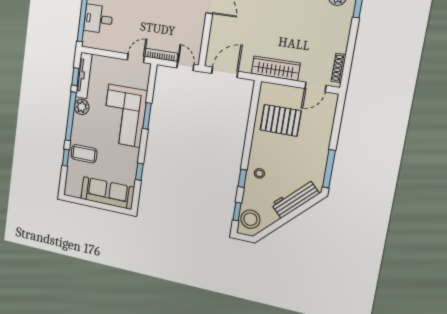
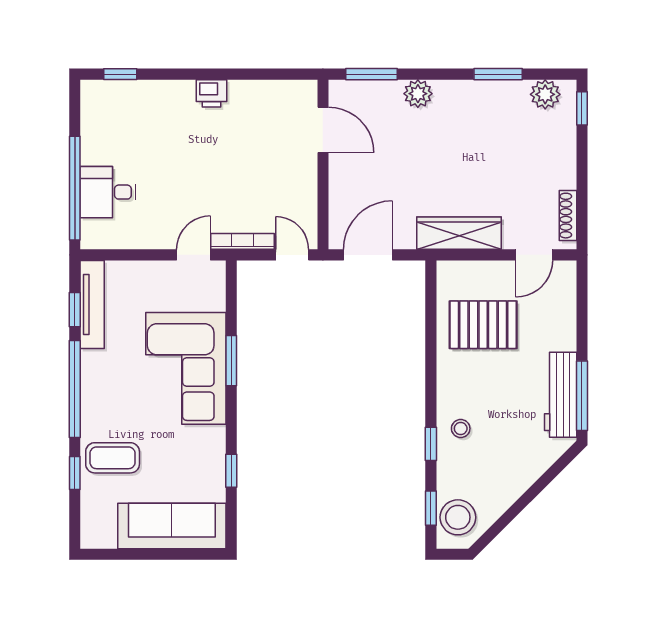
plant: (82, 107) -> (95, 366), removed
workbench: (295, 199) -> (561, 395), moved, turned -45

